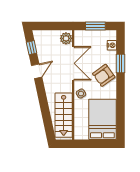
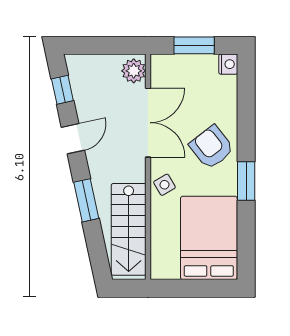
nightstand: (112, 45) -> (228, 64), moved
window: (120, 64) -> (246, 181), moved
armchair: (104, 75) -> (212, 147), turned 88
window: (43, 101) -> (86, 200), added

